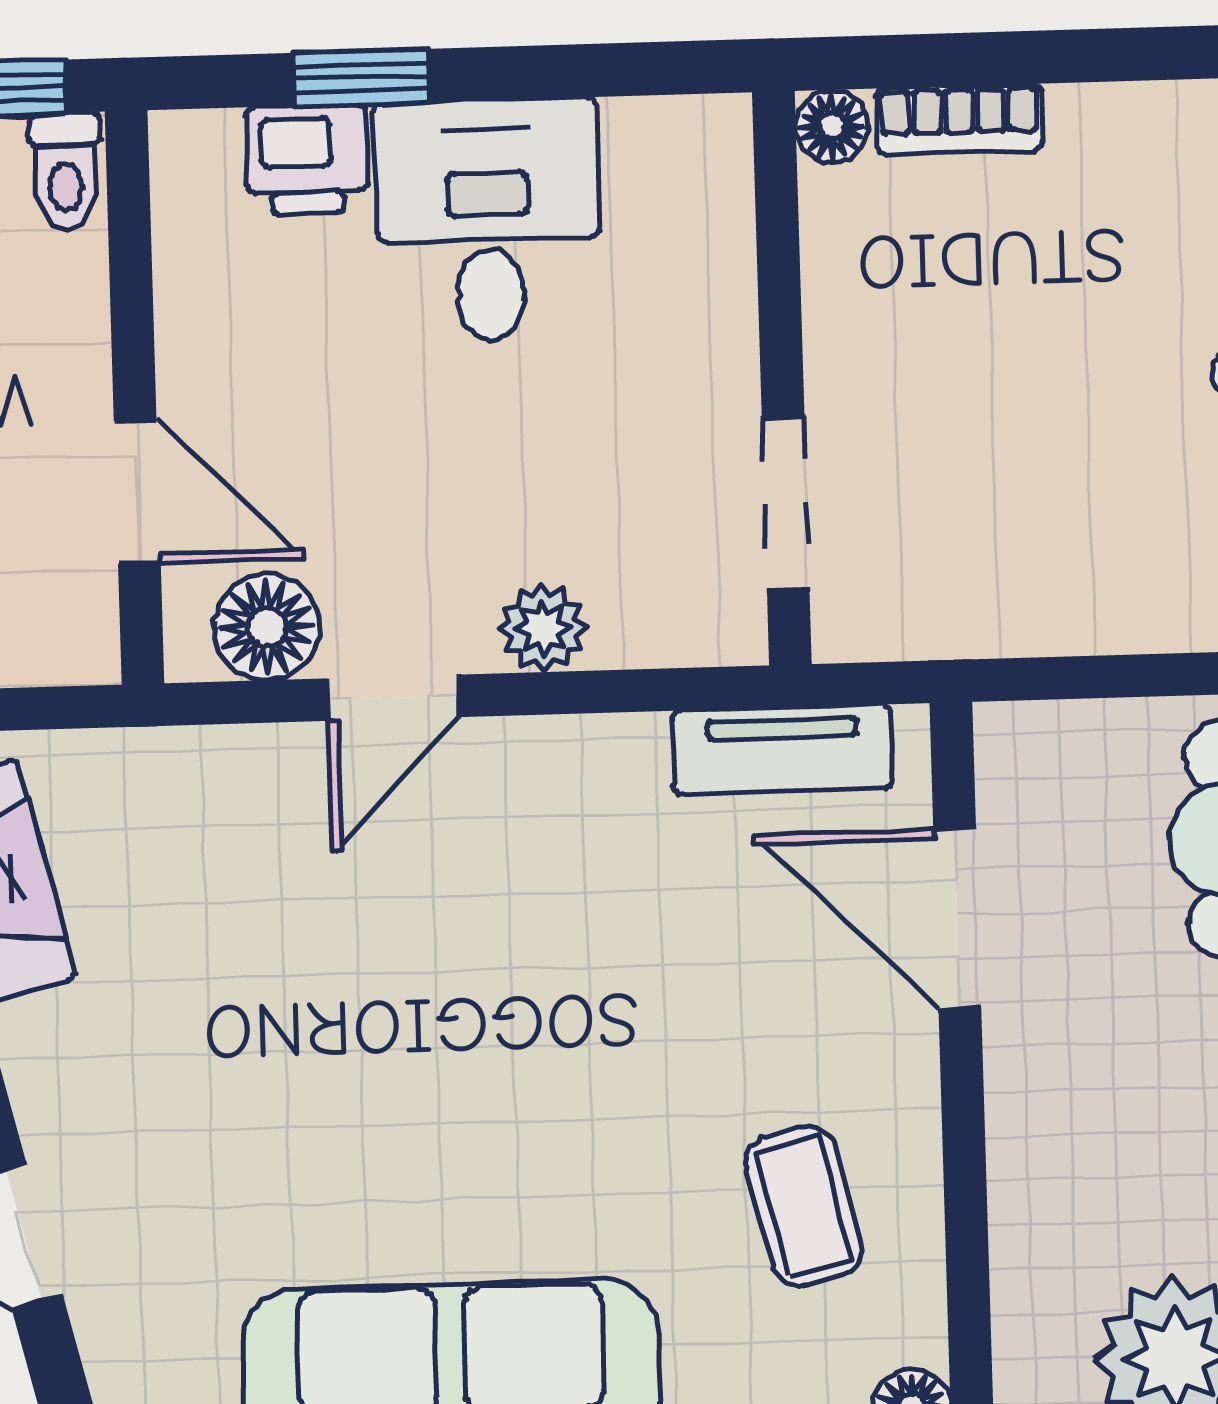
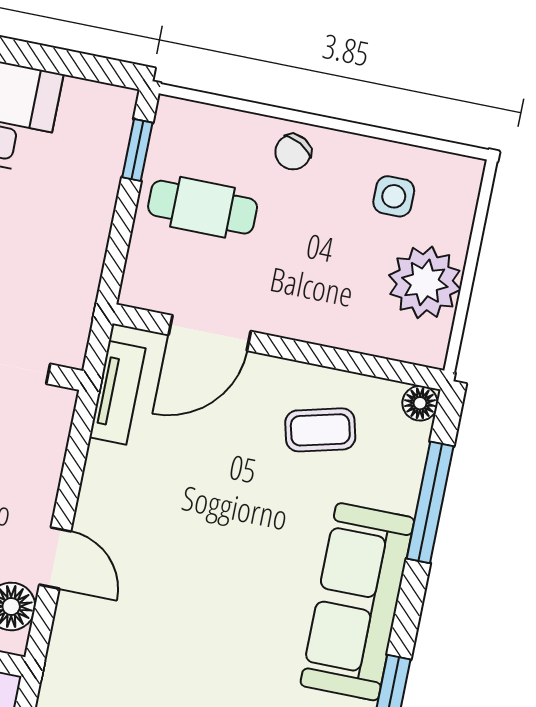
plant: (543, 628) -> (40, 485), removed

